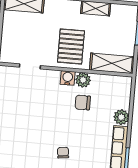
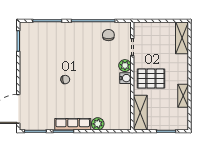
plant: (83, 80) -> (125, 66), moved
chair: (83, 102) -> (108, 35), moved

